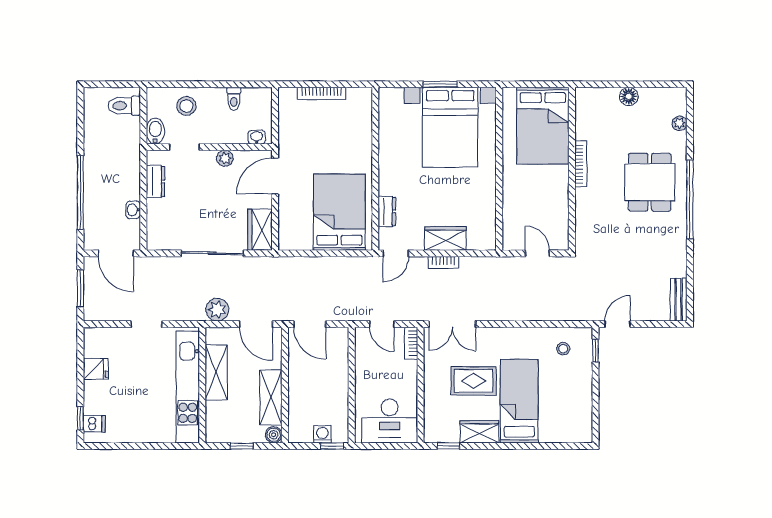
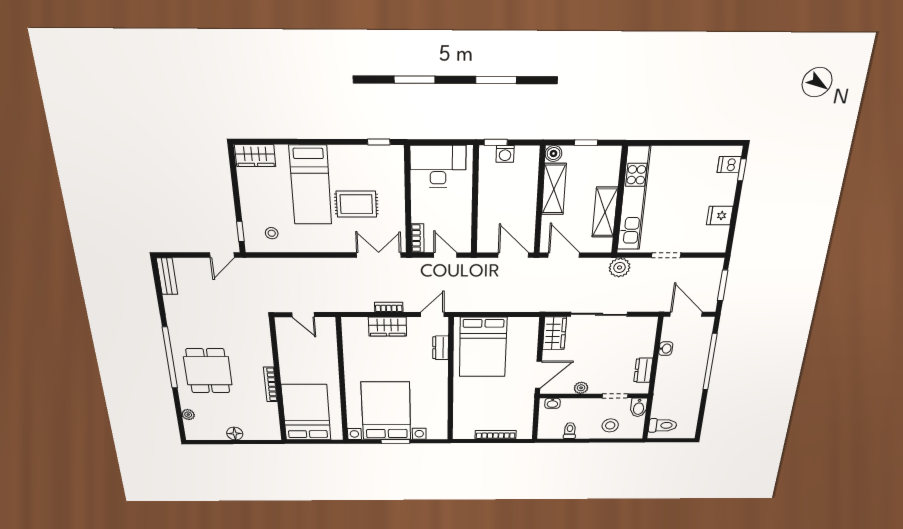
plant: (217, 310) -> (620, 268), moved
wardrobe: (479, 432) -> (255, 156), moved

